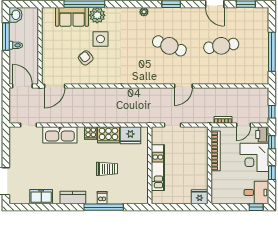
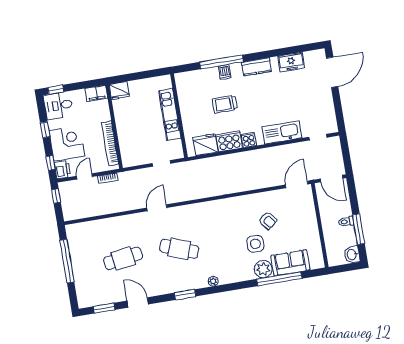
filing cabinet: (220, 198) -> (96, 93), added

